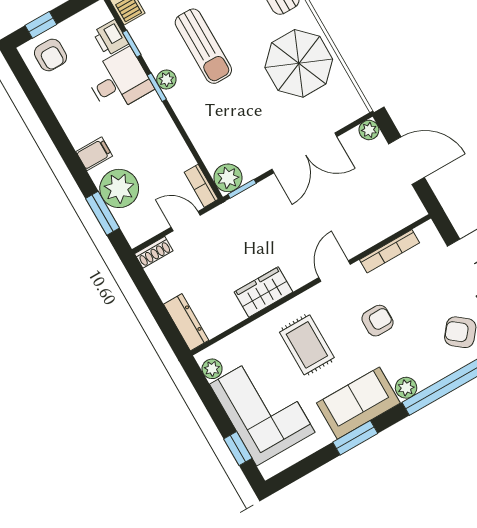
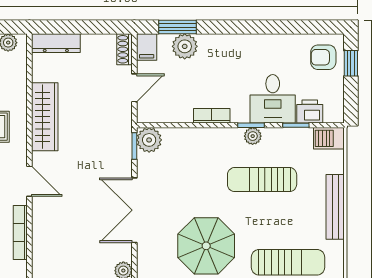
filing cabinet: (94, 154) -> (147, 47), moved
bookcase: (201, 186) -> (212, 116), moved
plant: (119, 188) -> (185, 46), width x0.73, depth x0.73
wardrobe: (264, 292) -> (45, 117), width x1.50

